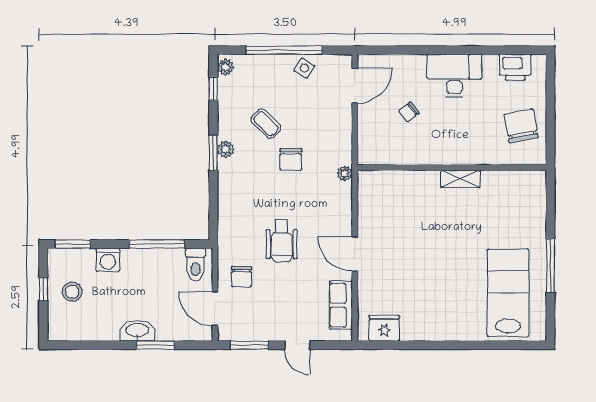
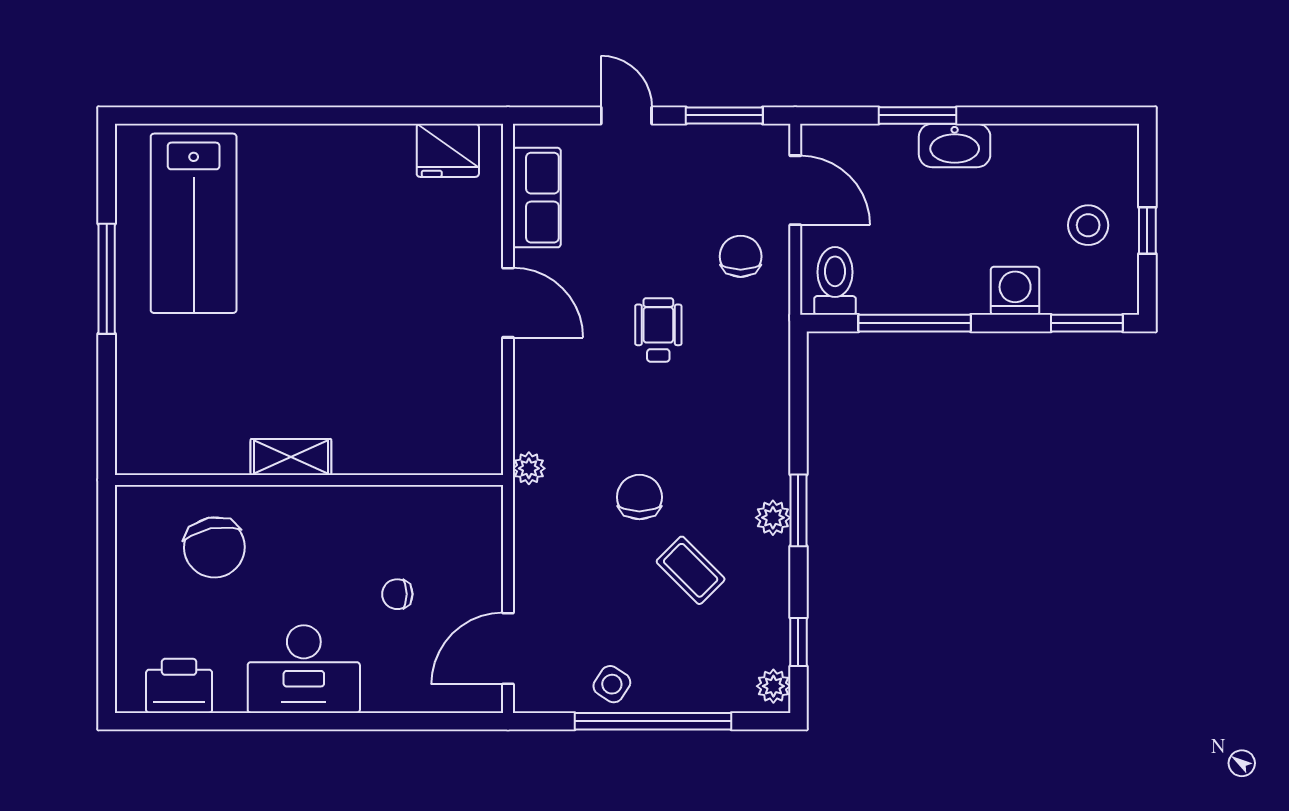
chair: (409, 112) -> (397, 594), turned -142
chair: (521, 126) -> (214, 547), moved
wheelchair: (282, 241) -> (658, 330), width x0.73, depth x0.73

